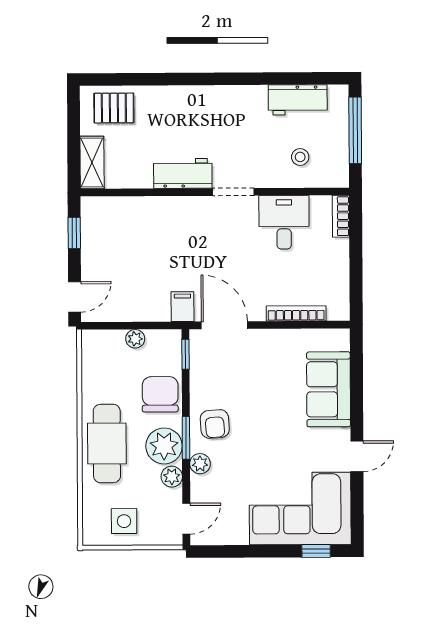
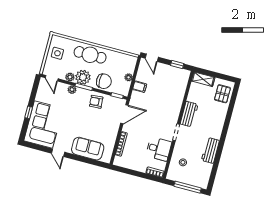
workbench: (298, 100) -> (210, 150), moved
filing cabinet: (182, 307) -> (140, 87), moved
armchair: (215, 424) -> (96, 102), moved
window: (316, 551) -> (29, 112), moved

